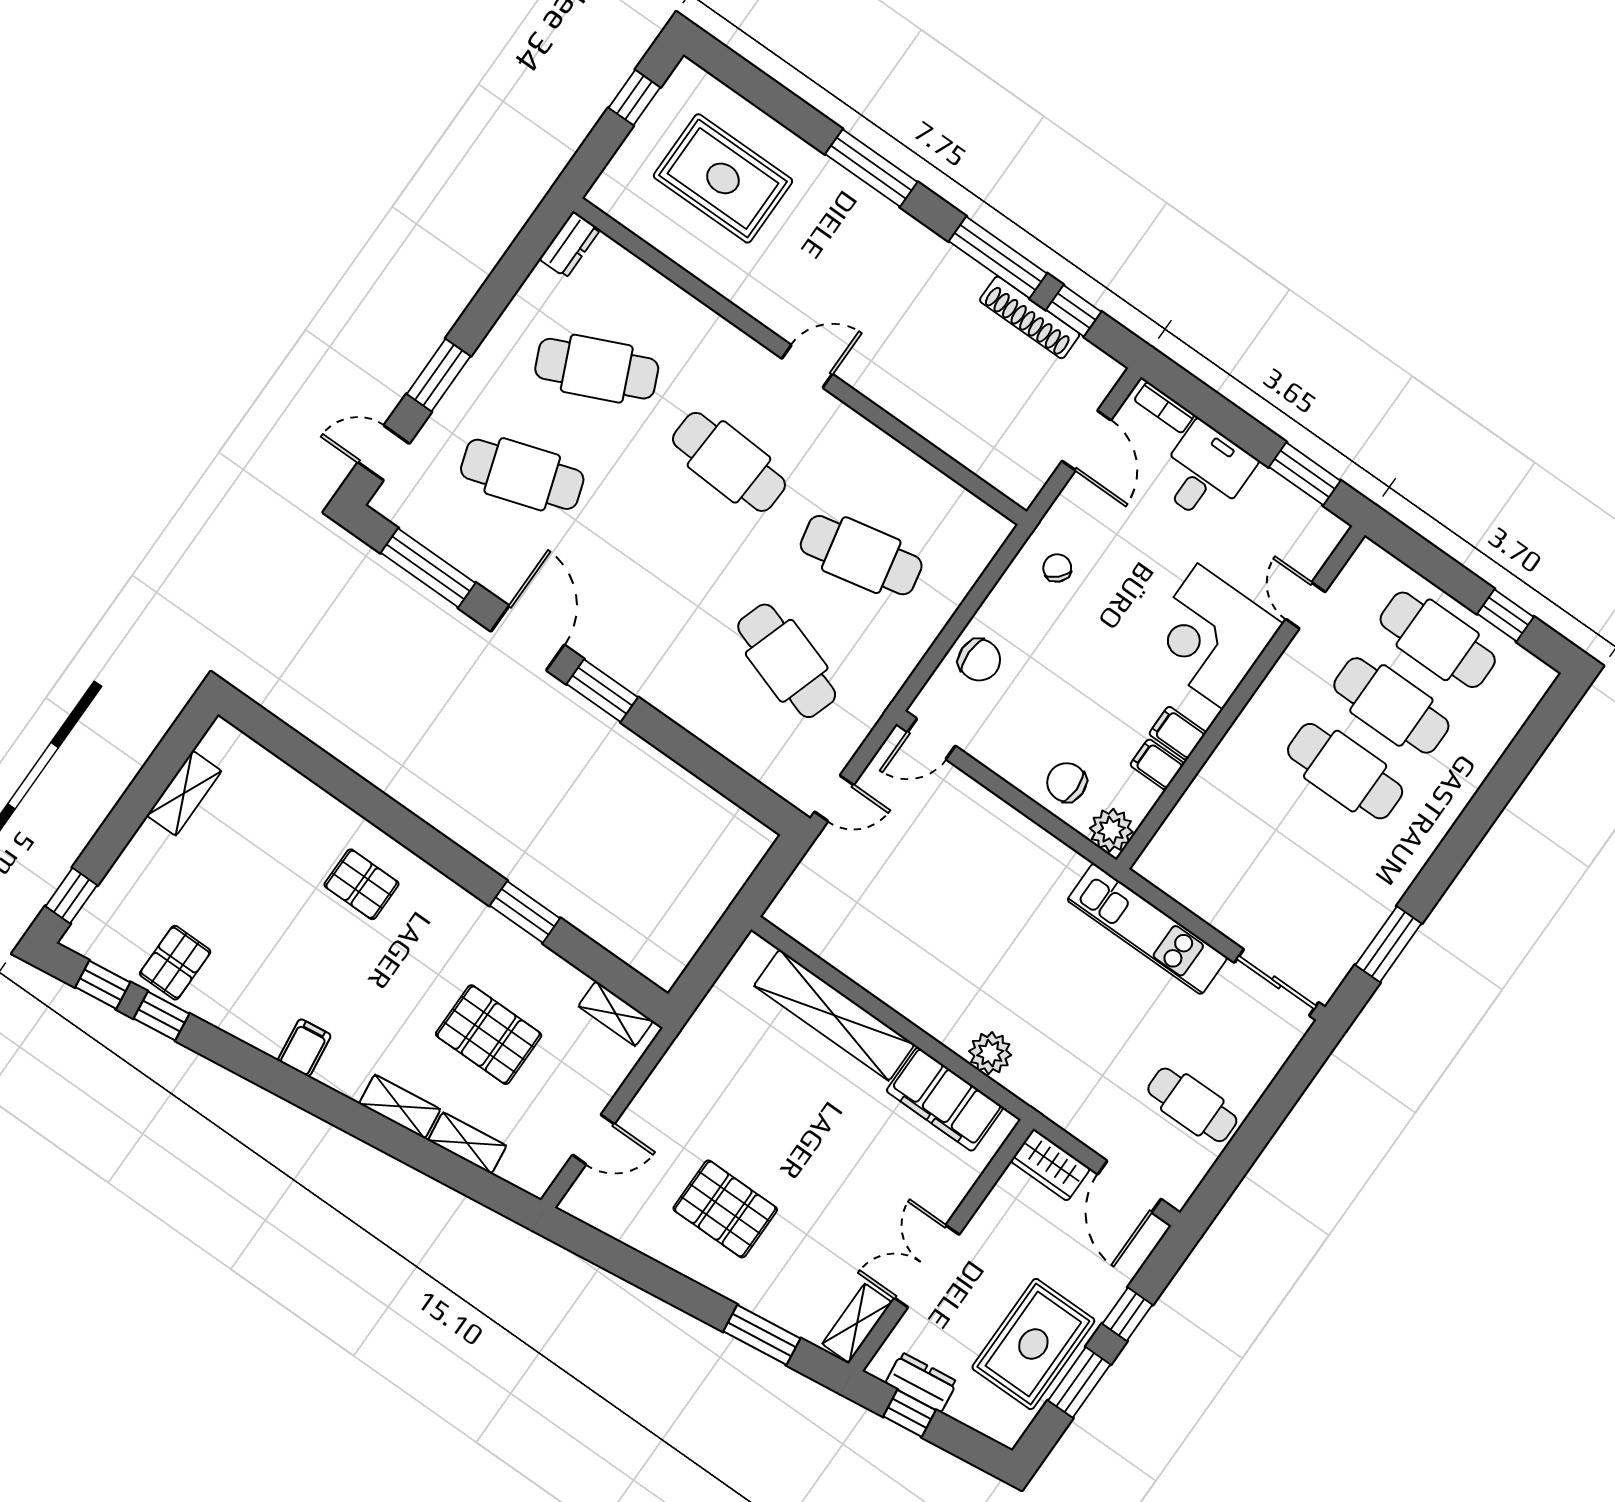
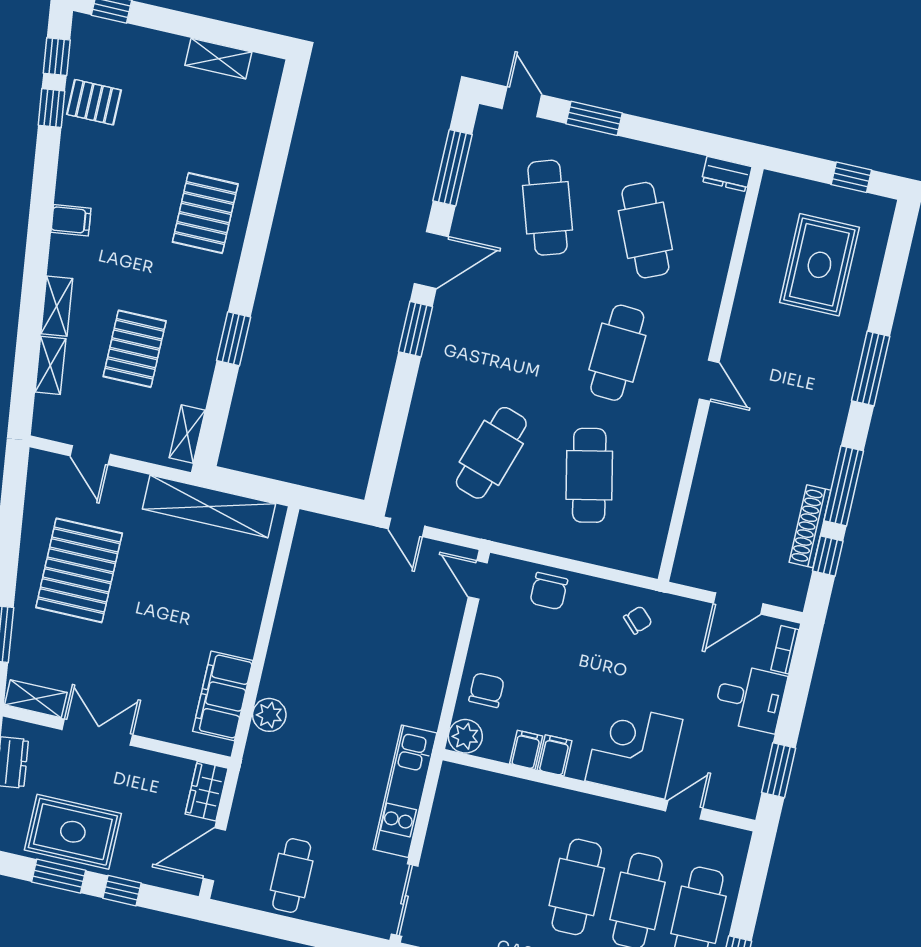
pallet: (361, 884) -> (205, 213), width x1.50, depth x1.42
shelving: (834, 1015) -> (209, 506), moved, turned 90
pallet: (725, 1209) -> (79, 570), width x1.37, depth x1.41

